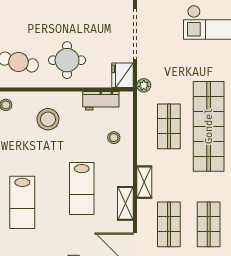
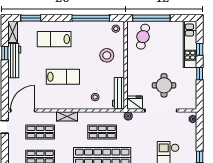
round table: (67, 60) -> (164, 85), moved
workbench: (101, 101) -> (118, 93), width x1.37
lab bench: (82, 188) -> (63, 77), turned 180
shelving: (125, 203) -> (53, 104), removed

